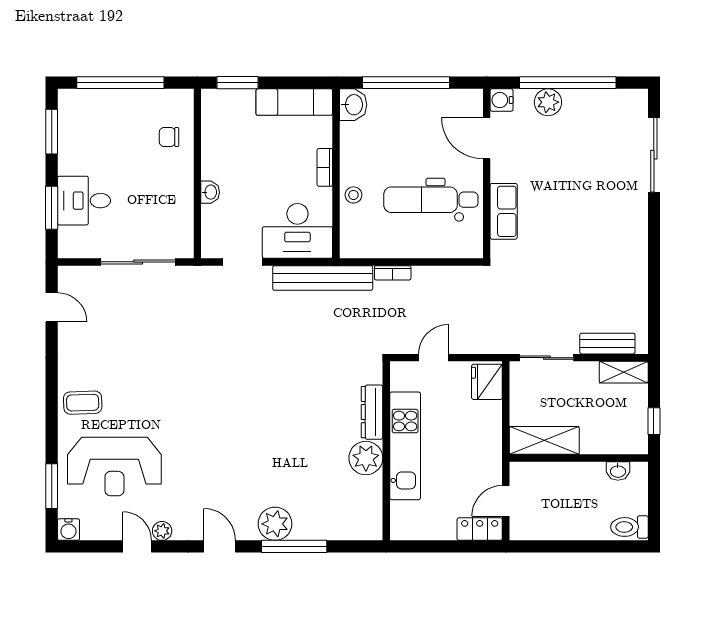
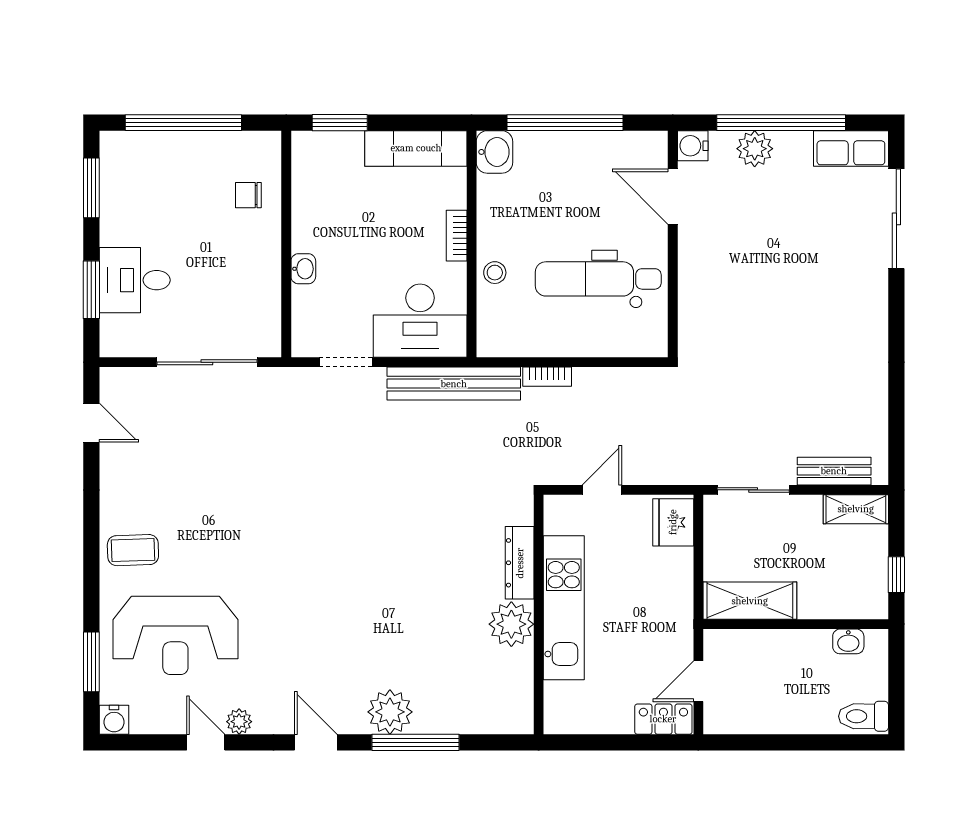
row of seats: (504, 211) -> (851, 149), moved, turned 90

